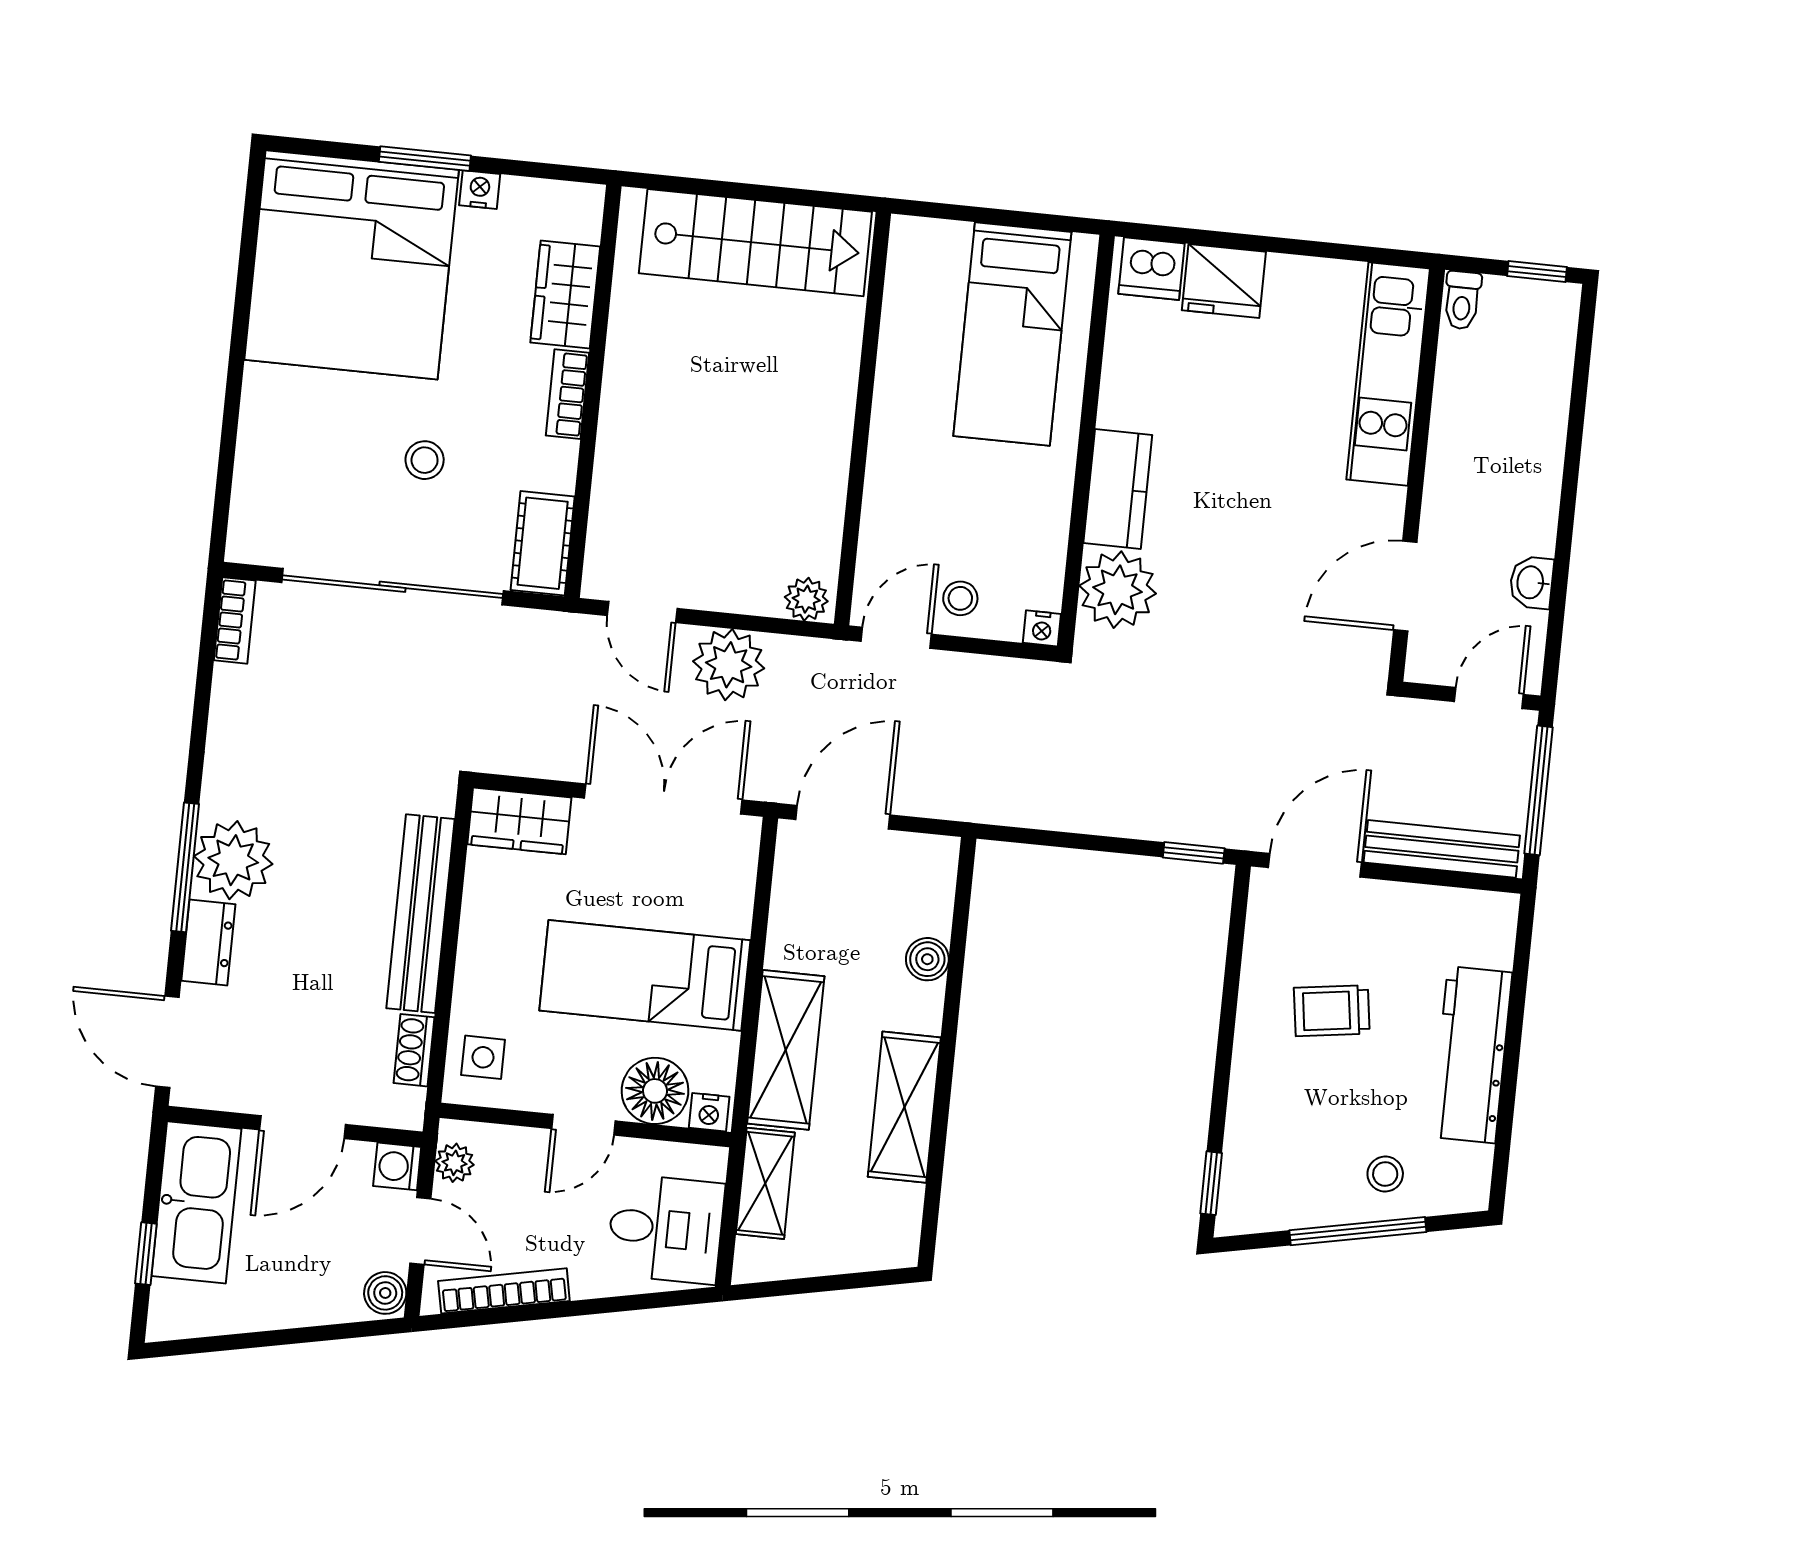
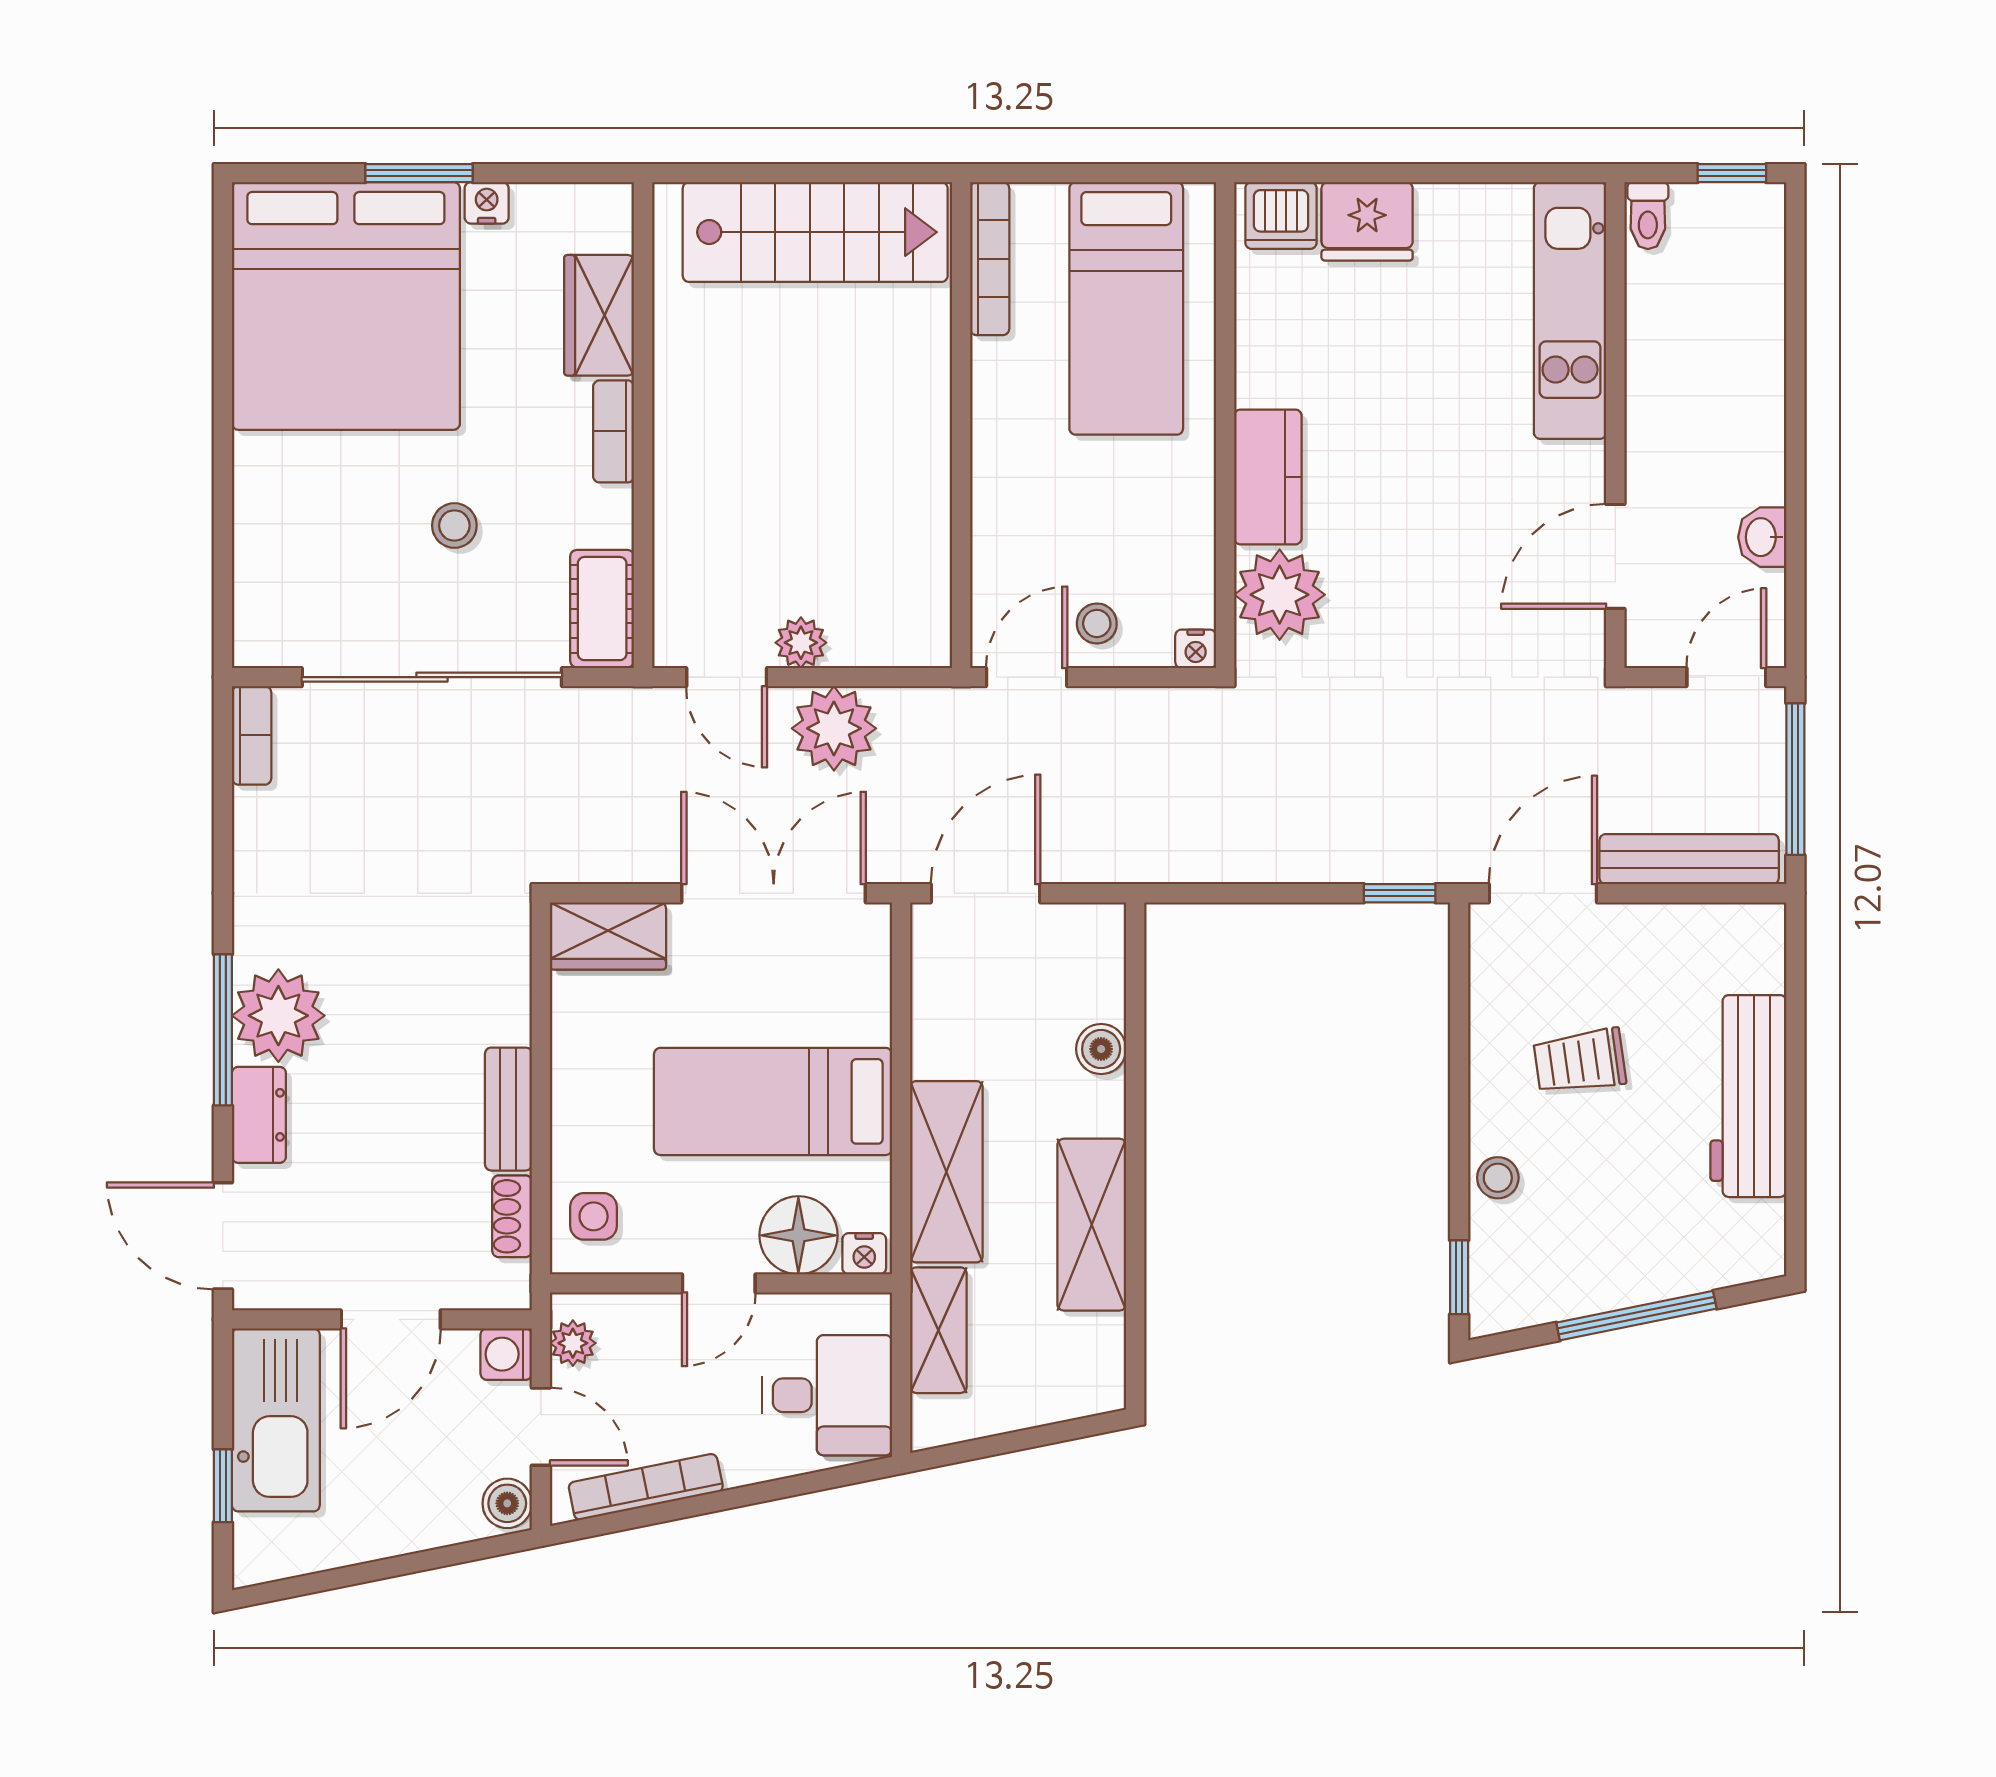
bookcase: (901, 280) -> (990, 259), added
plant: (806, 599) -> (801, 643), moved
bench: (421, 914) -> (508, 1109), width x0.54, depth x0.82
stool: (1385, 1174) -> (1498, 1178), moved

